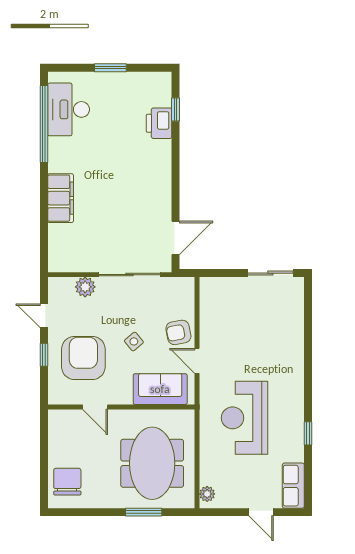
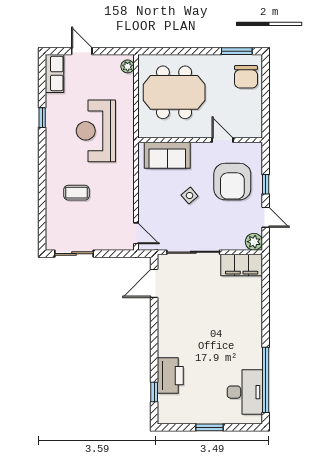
printer: (159, 123) -> (170, 376), width x1.37, depth x1.19
filing cabinet: (61, 198) -> (242, 265), moved, turned -90
plant: (85, 287) -> (254, 242), moved
armchair: (178, 332) -> (152, 203), removed
coffee table: (267, 345) -> (77, 193), added
door: (197, 361) -> (136, 233), moved
reception desk: (244, 418) -> (96, 131), turned 180
meeting table: (152, 463) -> (174, 92), turned 90
window: (144, 512) -> (237, 51), moved

